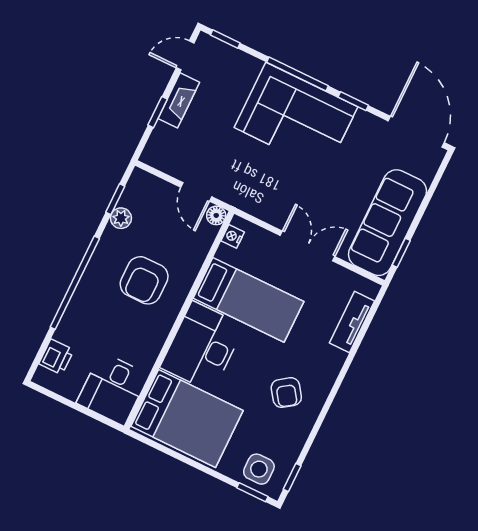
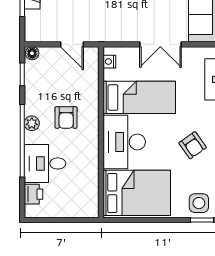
floor lamp: (216, 215) -> (32, 53), moved
plant: (121, 218) -> (32, 123), moved
double door: (307, 246) -> (160, 44), swing flipped
armchair: (144, 280) -> (66, 118), width x0.72, depth x0.72
desk: (113, 389) -> (45, 163), moved, turned 90

